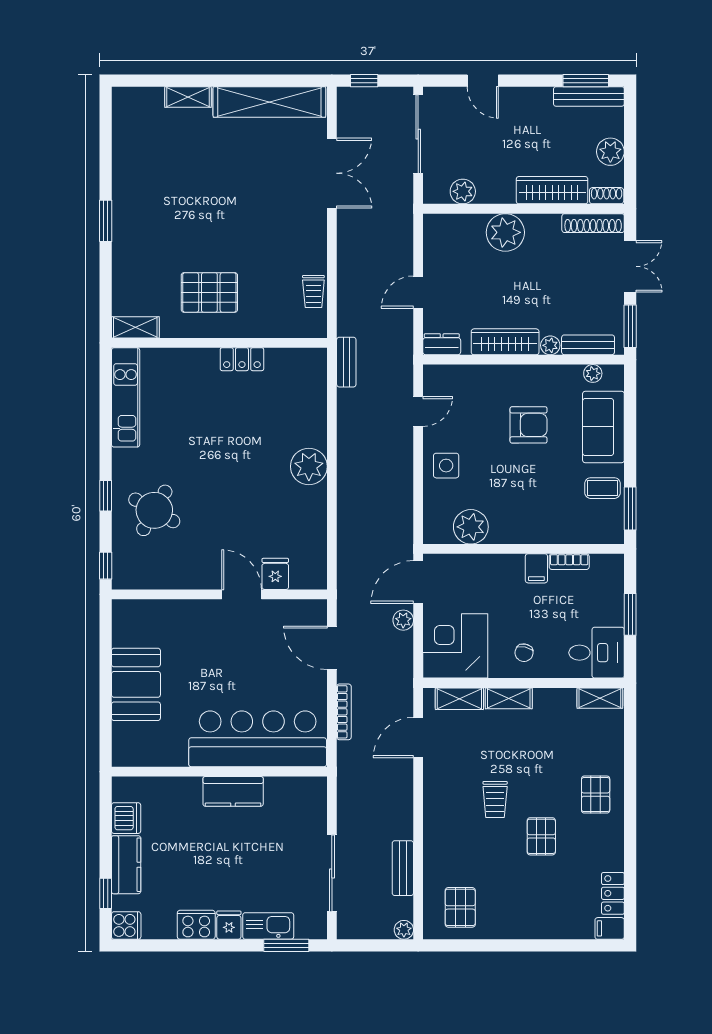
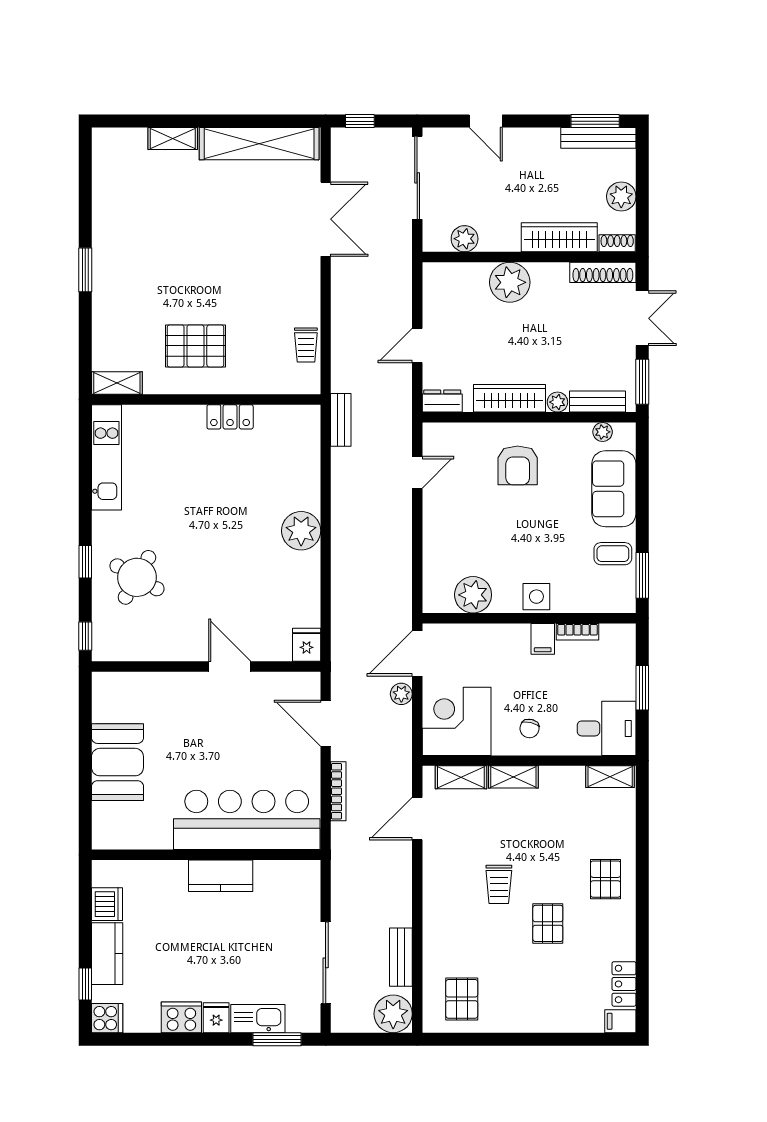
armchair: (529, 425) -> (518, 465), moved, turned 90
side table: (446, 466) -> (536, 597), moved
fridge: (275, 574) -> (307, 645), moved
plant: (404, 930) -> (393, 1014), width x1.88, depth x1.88

